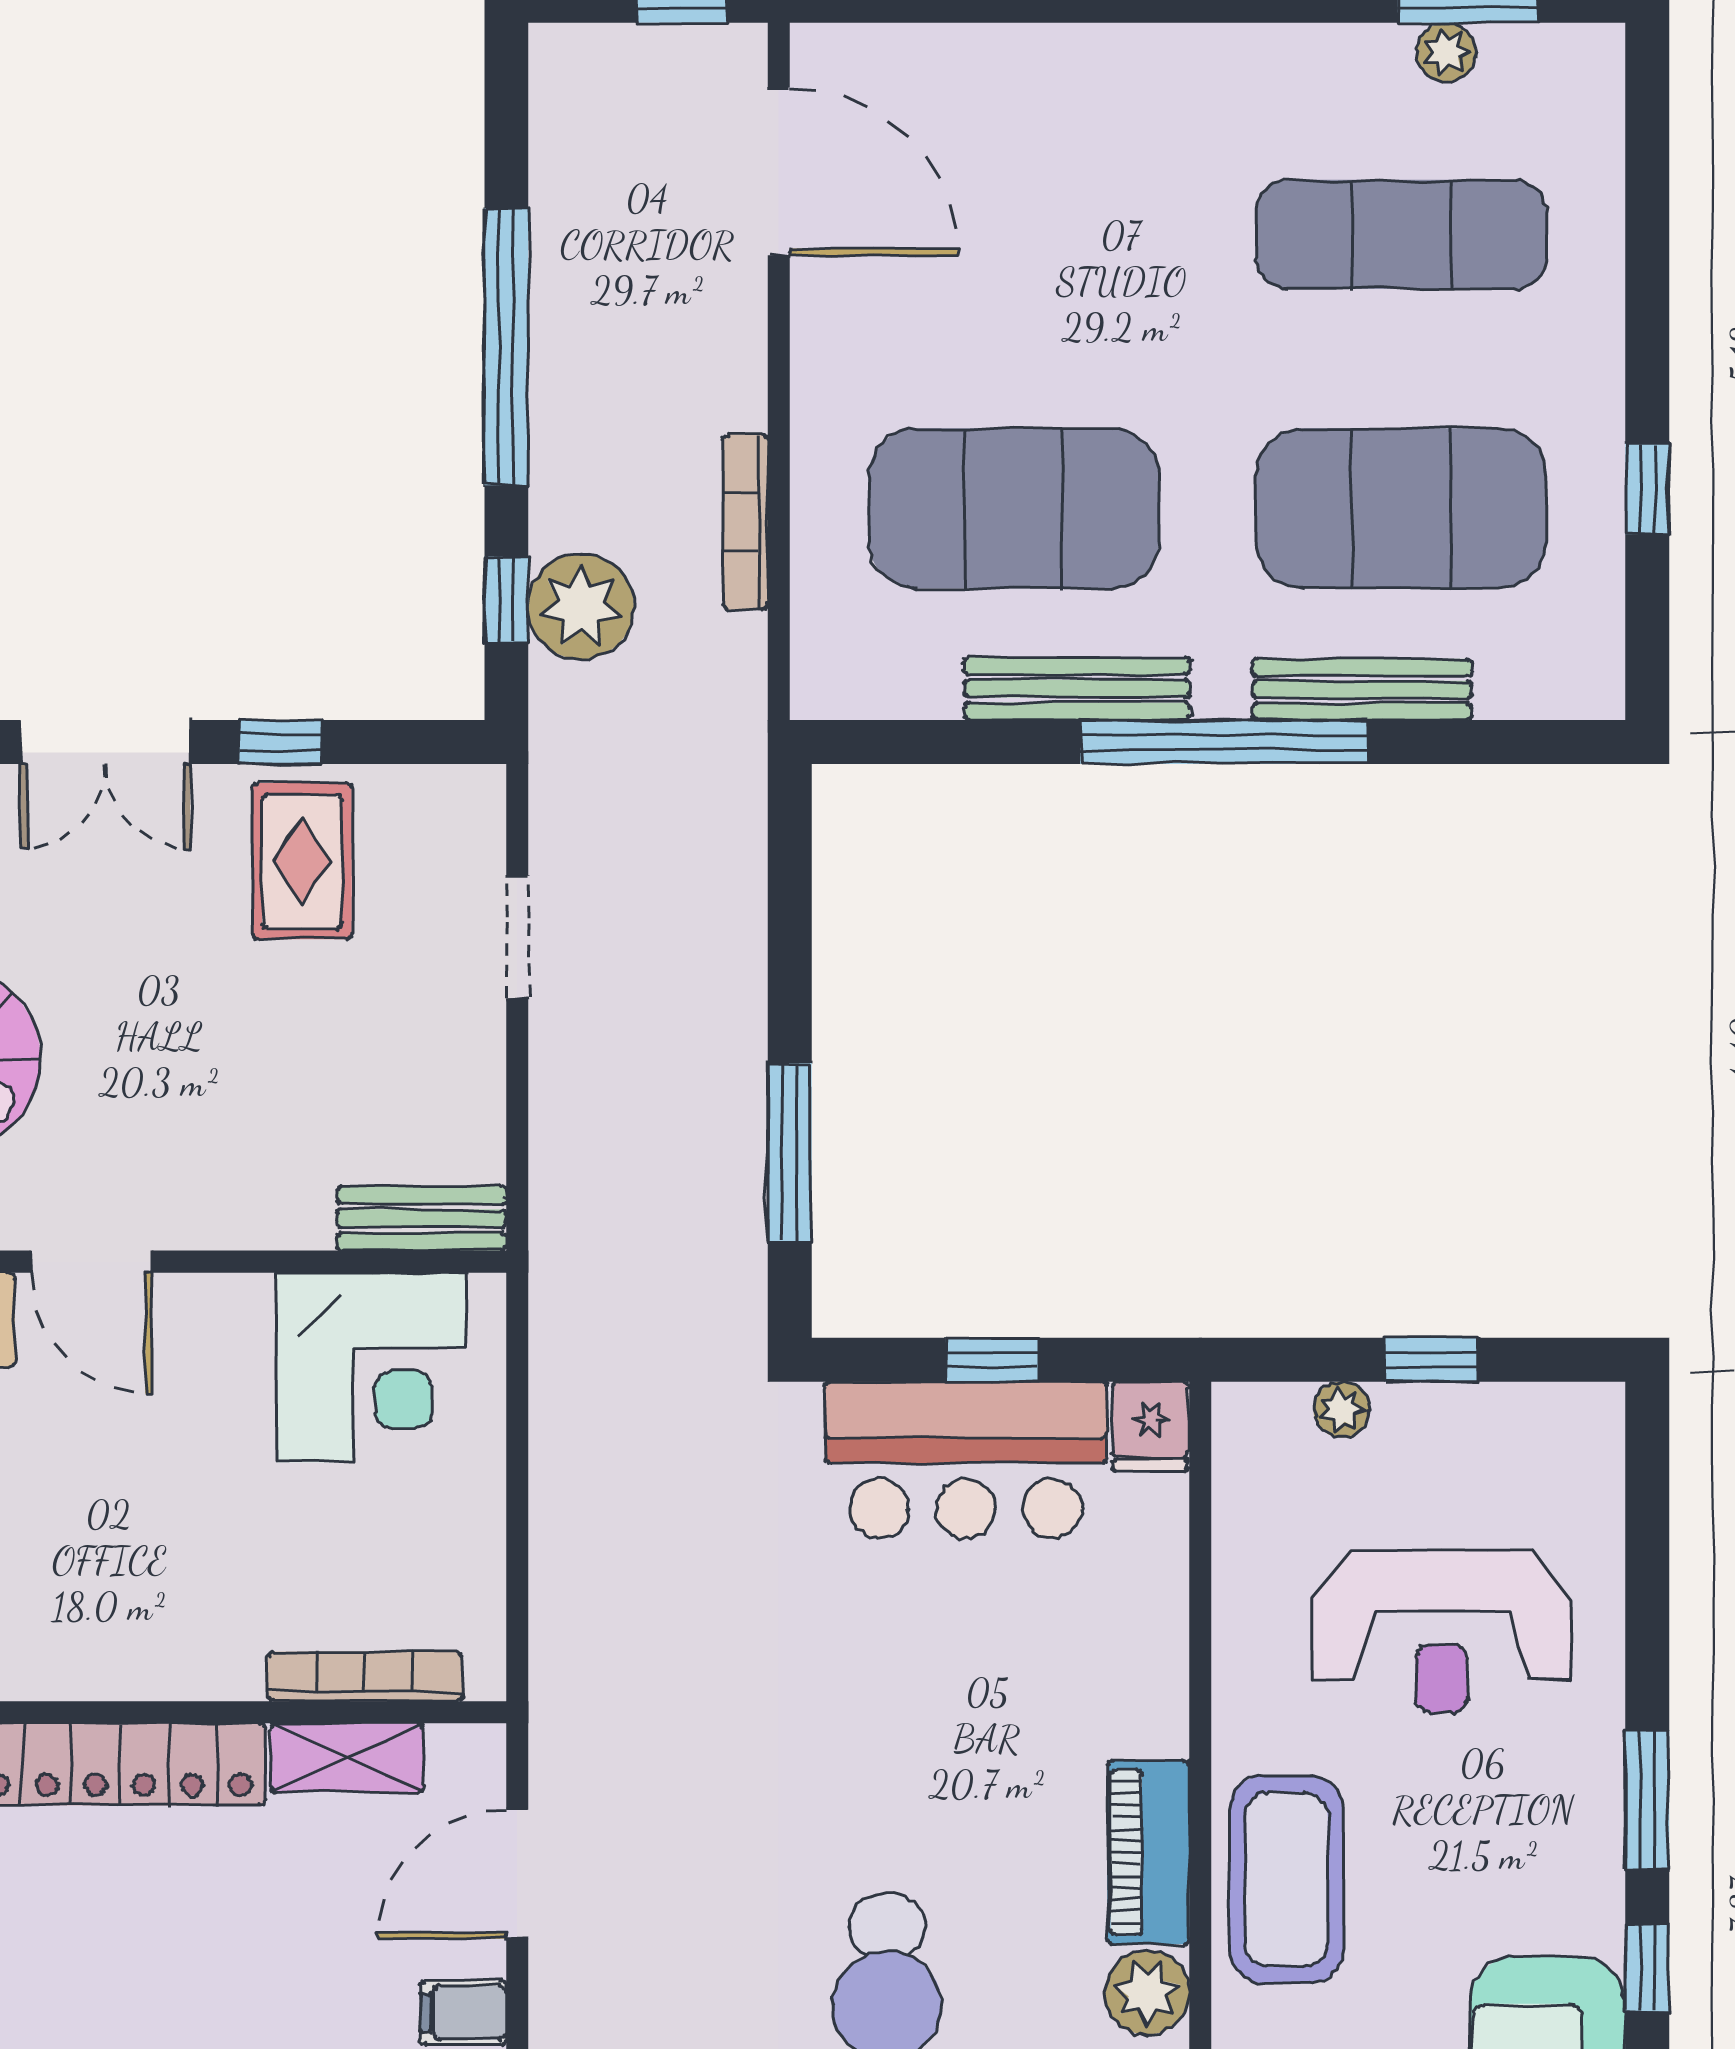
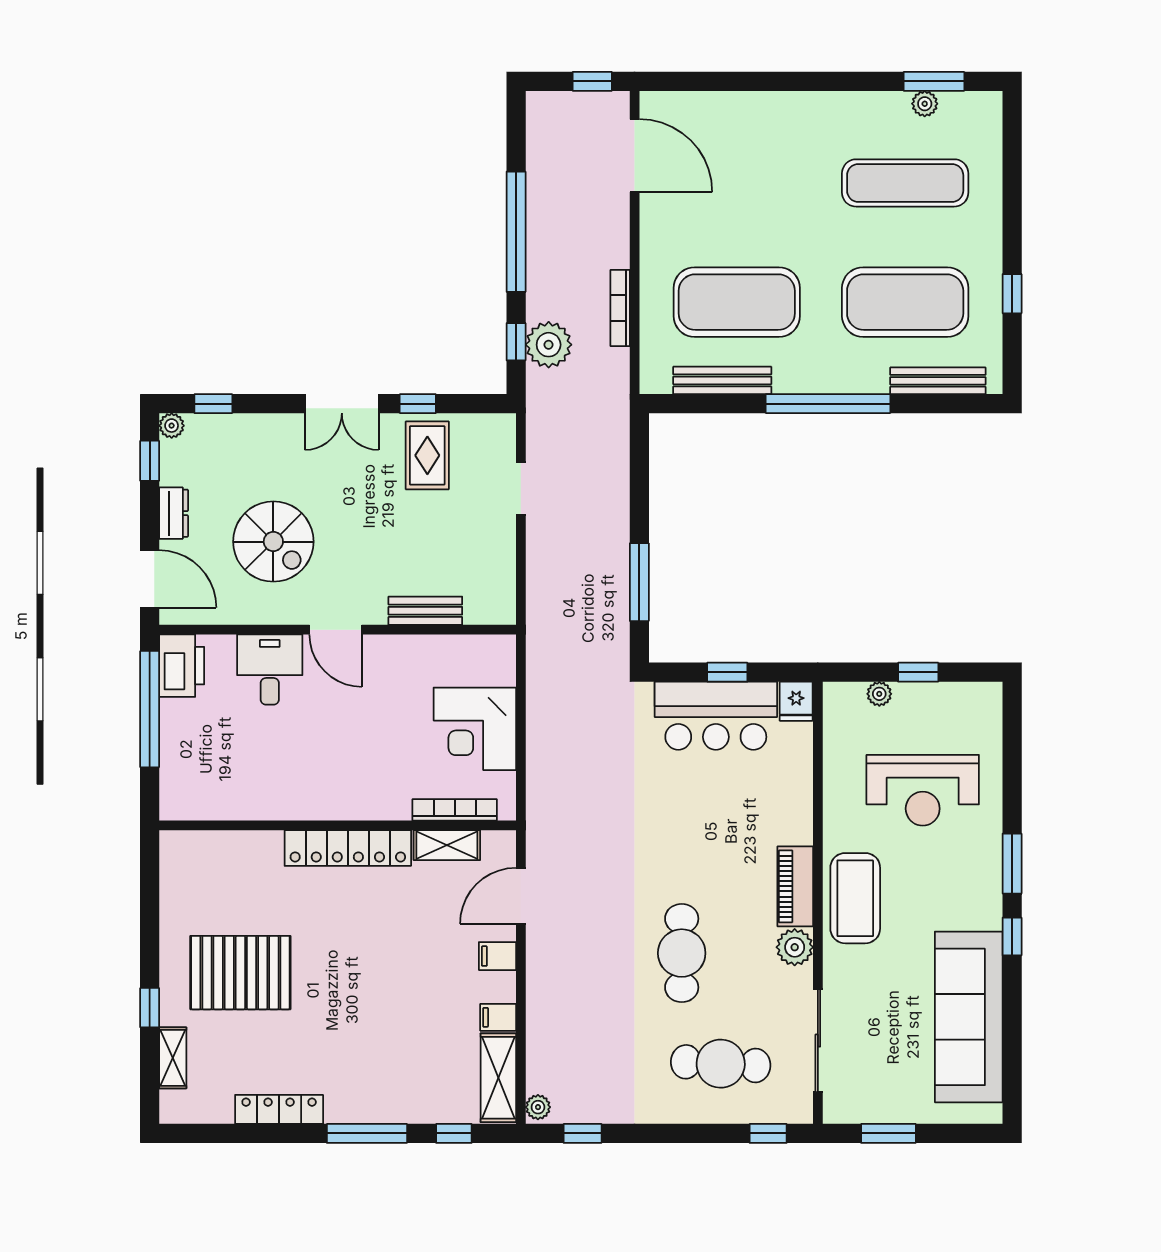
bench: (1077, 689) -> (722, 380), moved
bench: (1362, 690) -> (938, 381), moved
bench: (421, 1218) -> (425, 611), moved
corner desk: (371, 1367) -> (475, 729), moved, turned 90

